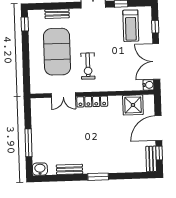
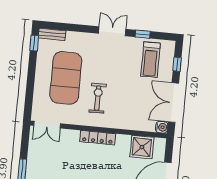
bench: (57, 14) -> (52, 34), moved
exercise bike: (88, 66) -> (98, 98), turned 180
double door: (63, 95) -> (47, 125), moved

